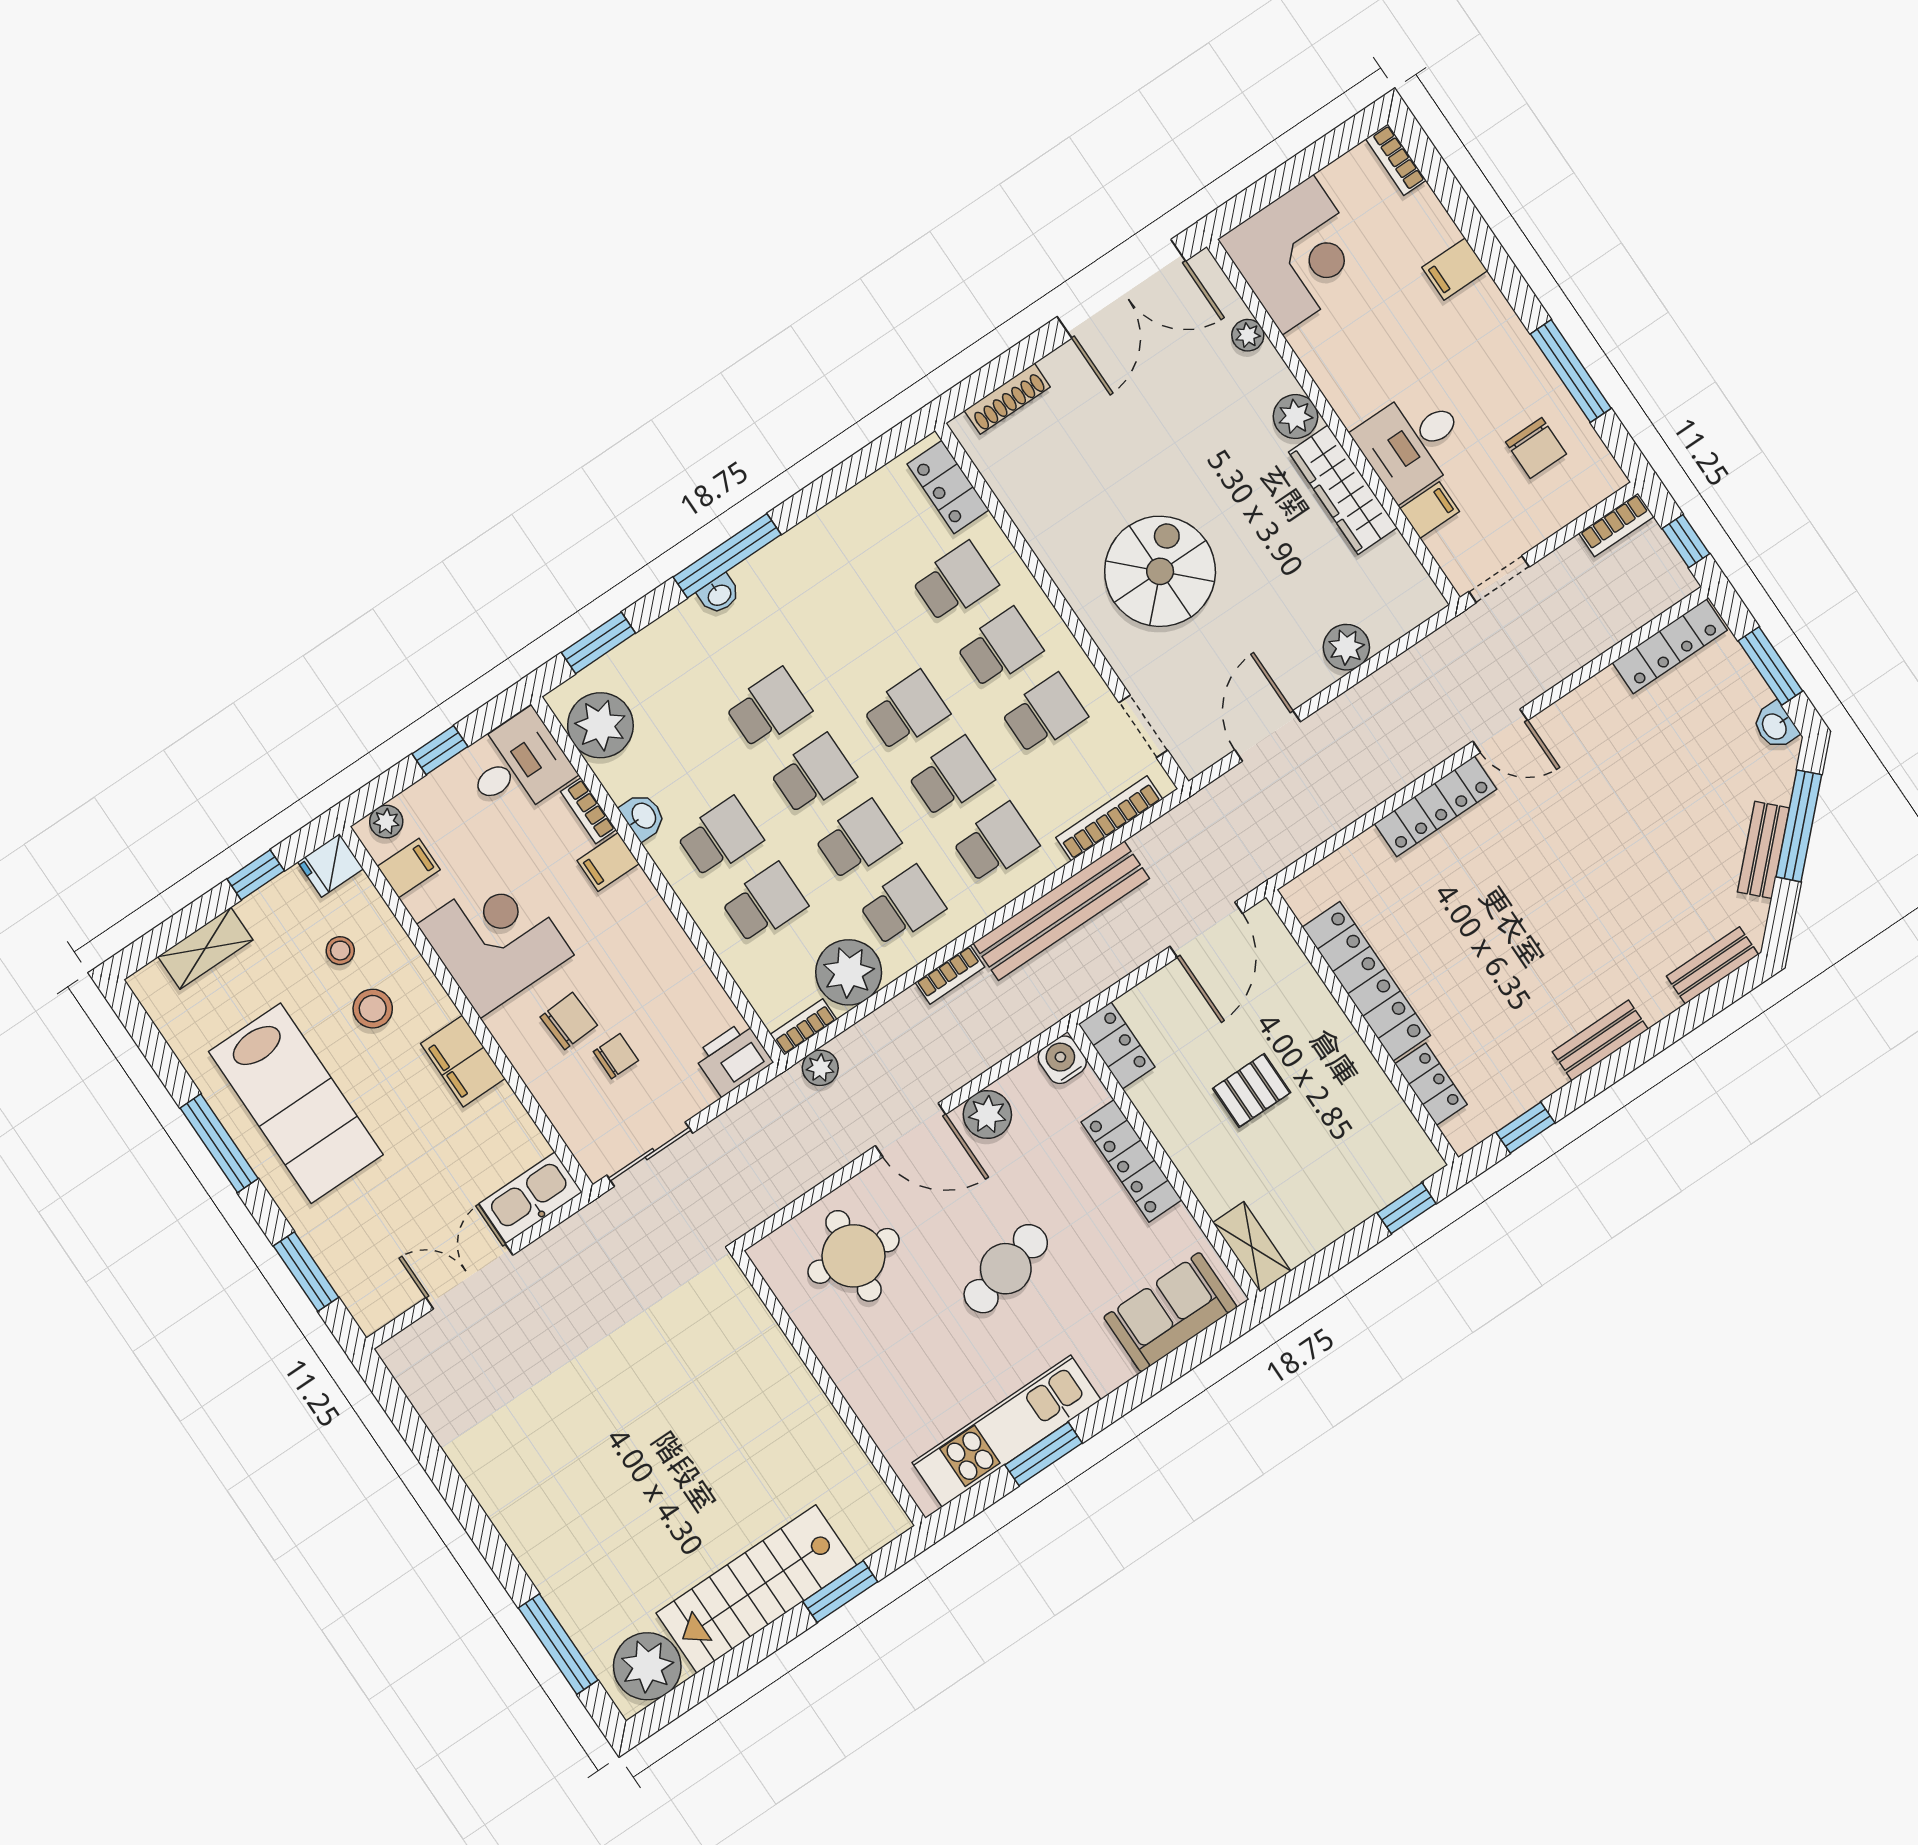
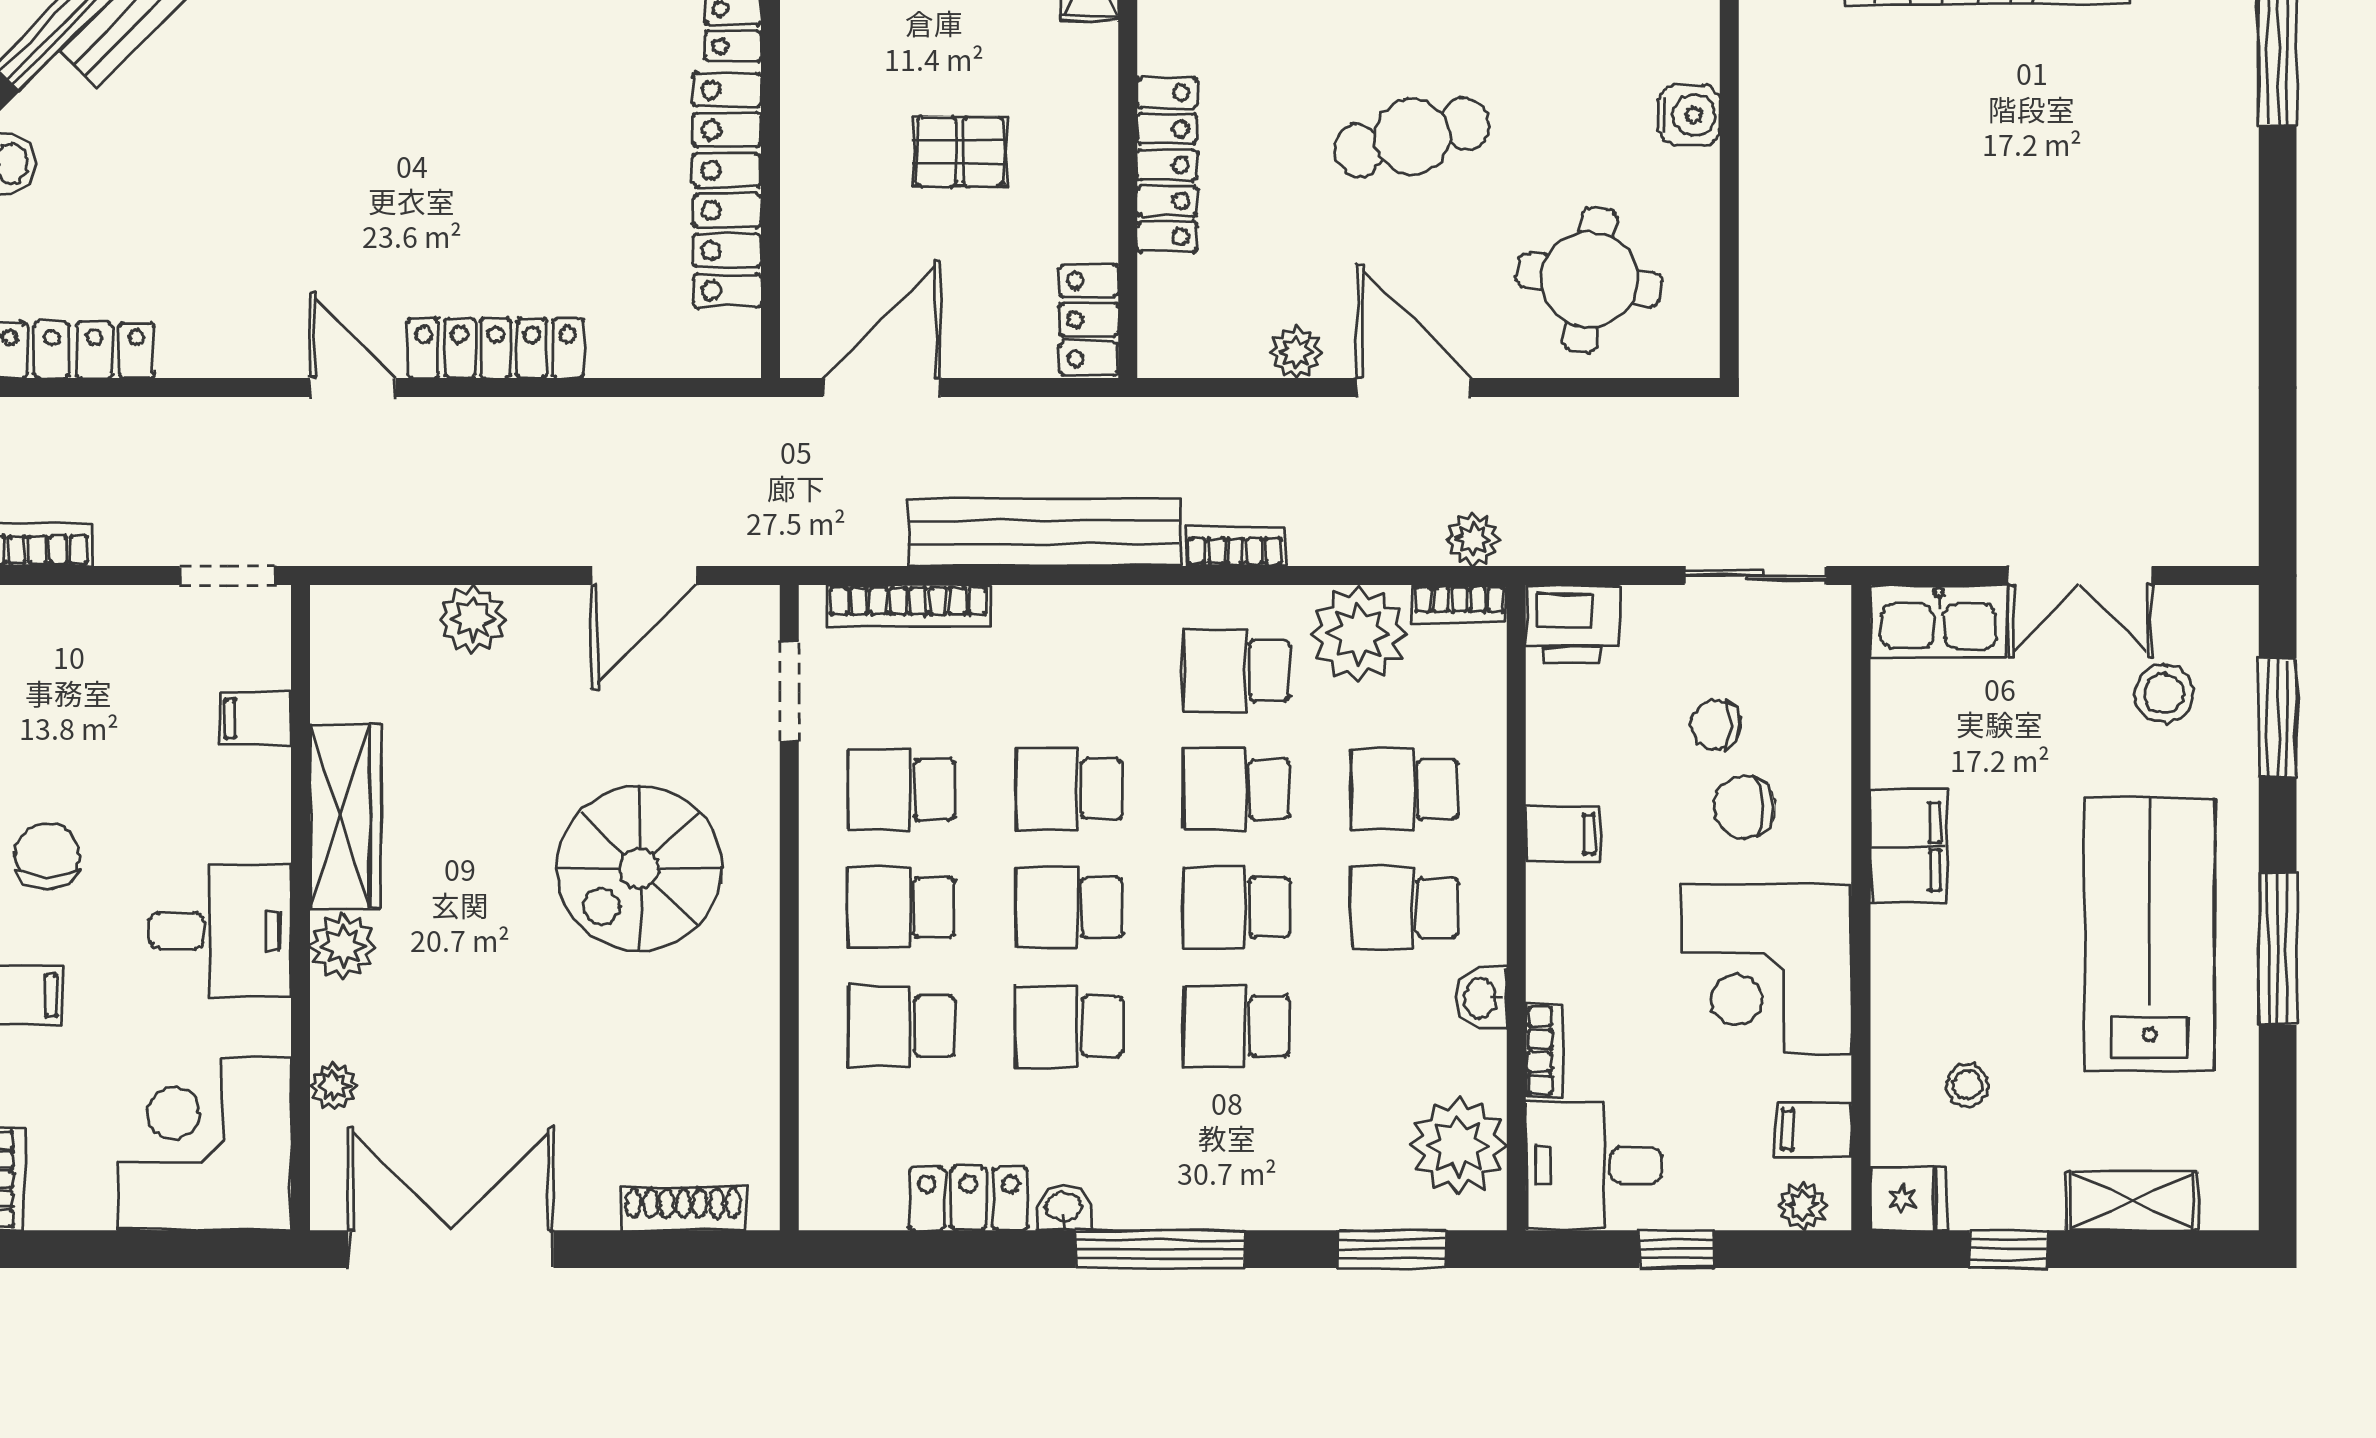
desk: (1412, 443) -> (220, 931), moved
chair: (1536, 448) -> (47, 856), moved
locker: (948, 487) -> (969, 1199), moved, turned -90
washbasin: (719, 594) -> (1064, 1208), moved
school desk: (996, 843) -> (1069, 1026), moved
filing cabinet: (608, 862) -> (1563, 834), moved
stool: (373, 1009) -> (2164, 693), moved
water cooler: (1062, 1060) -> (1689, 115), moved, turned -90
plant: (987, 1115) -> (1296, 352), width x0.73, depth x0.73

